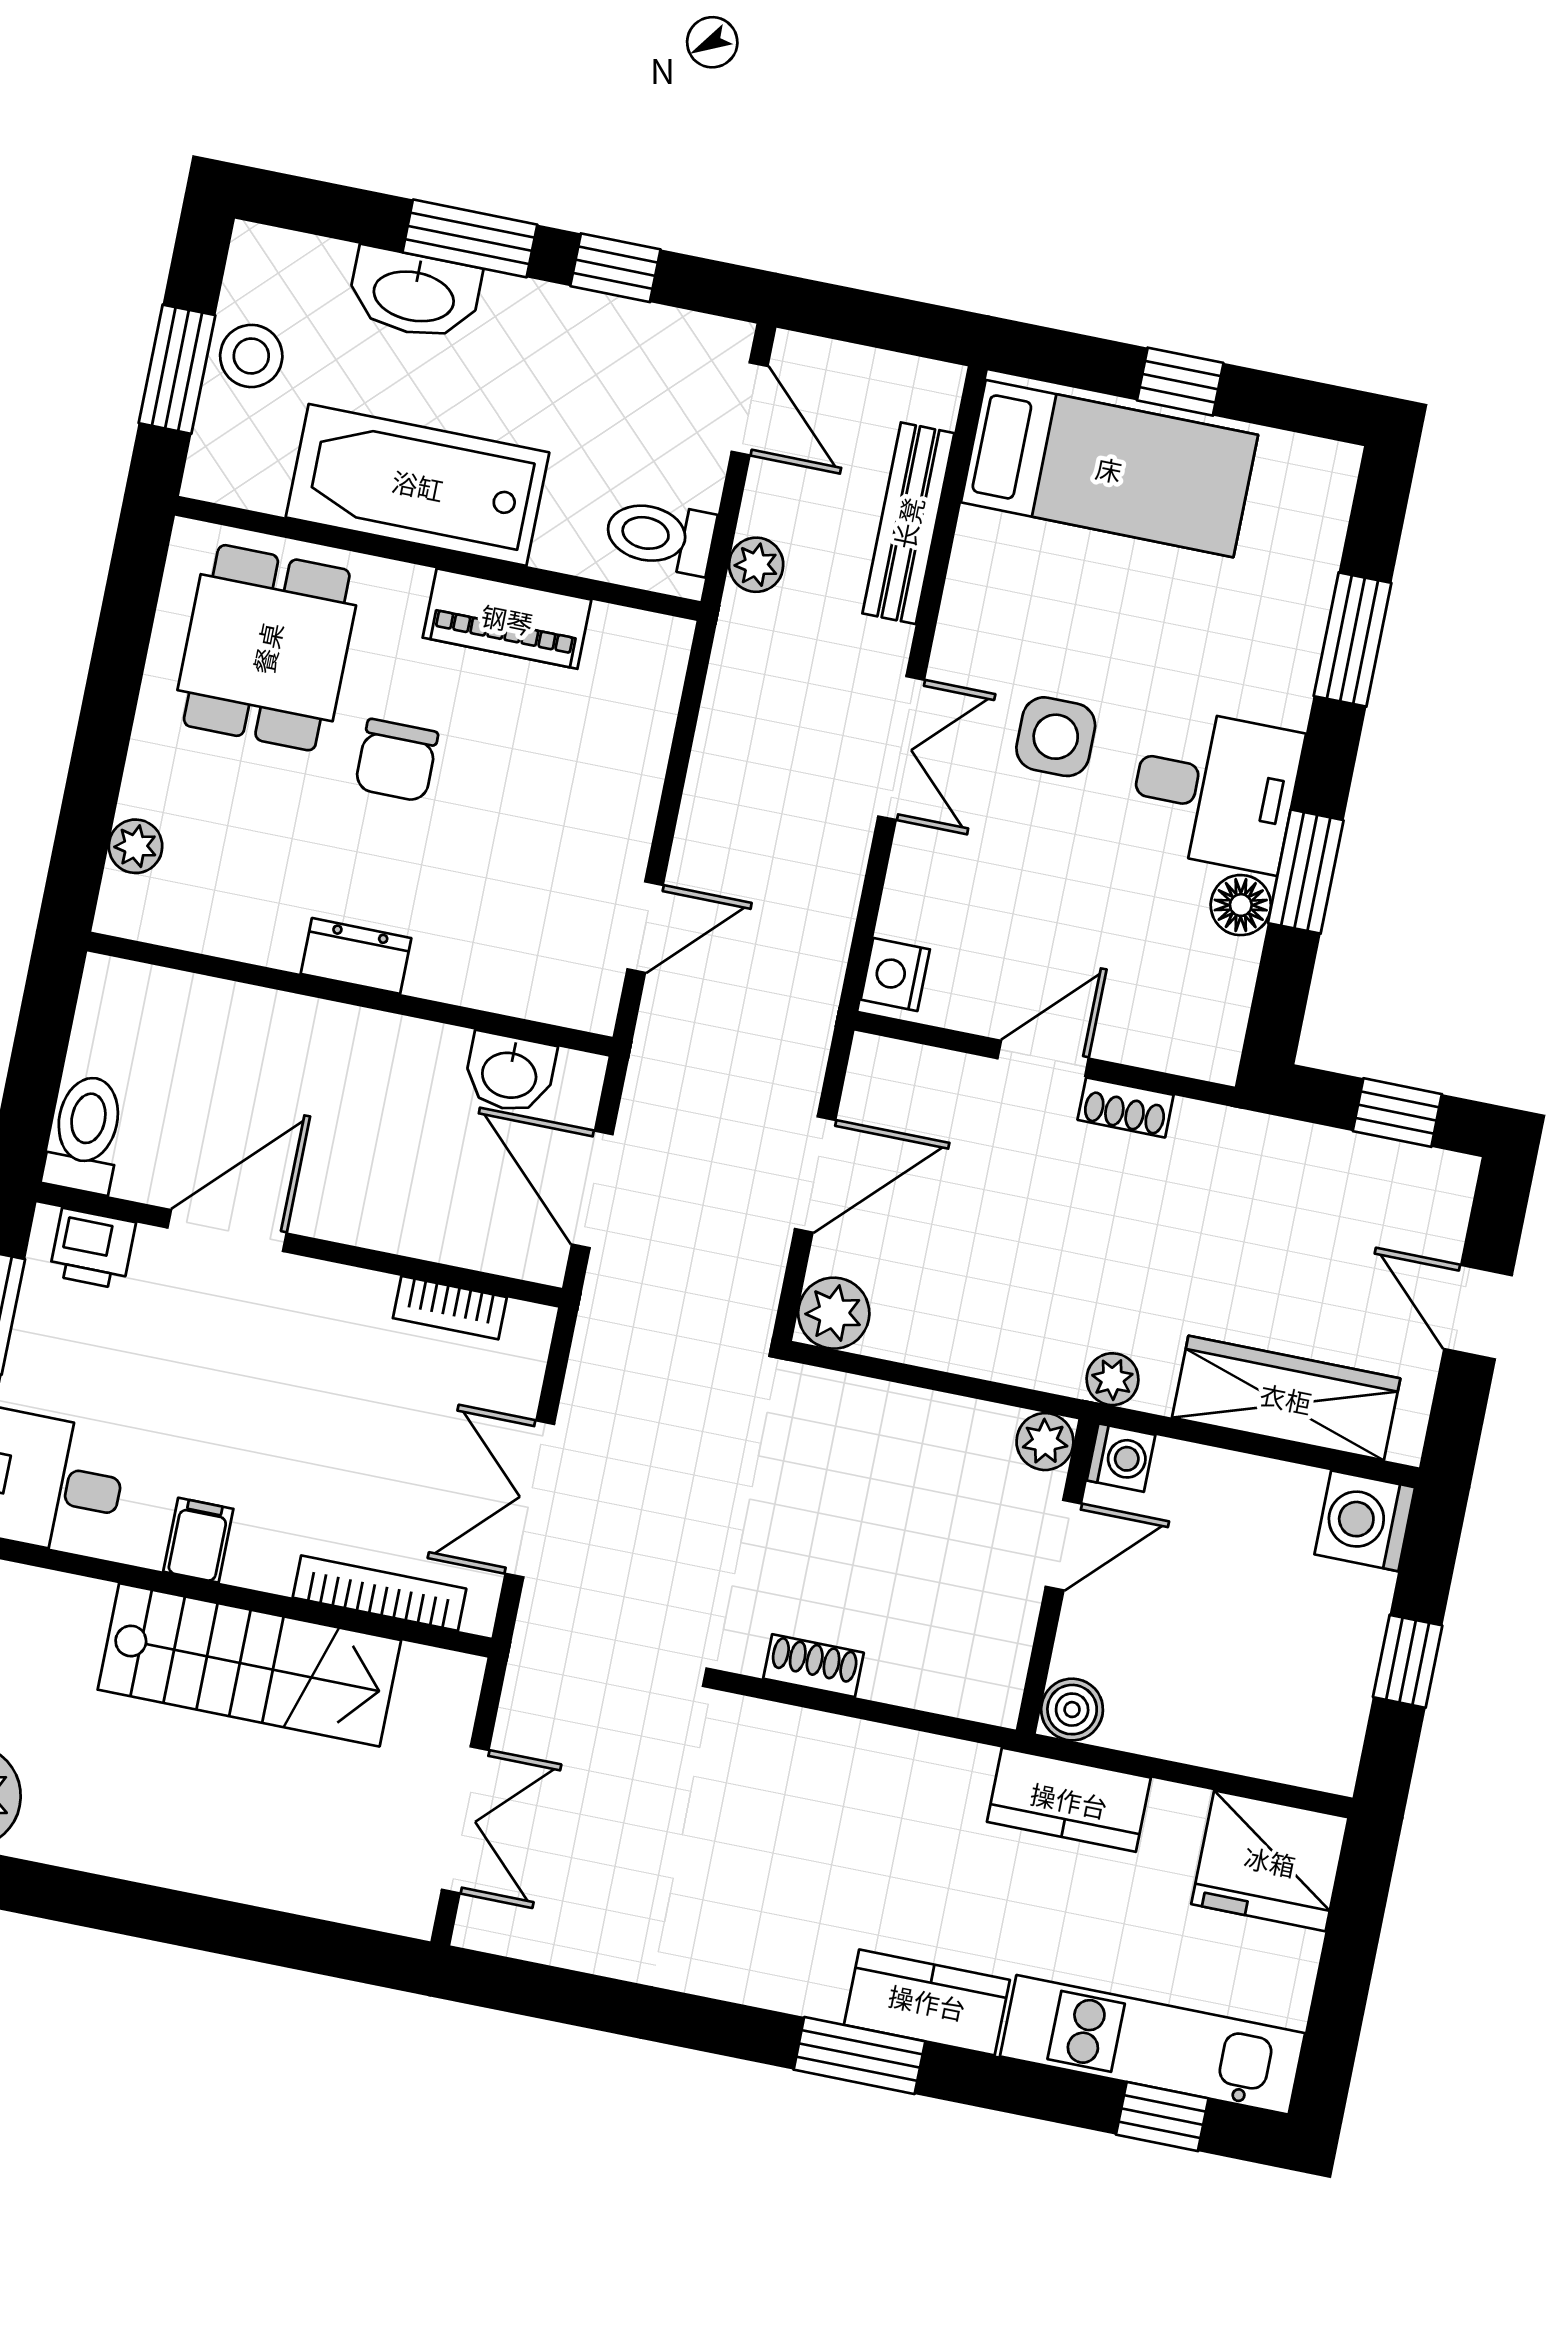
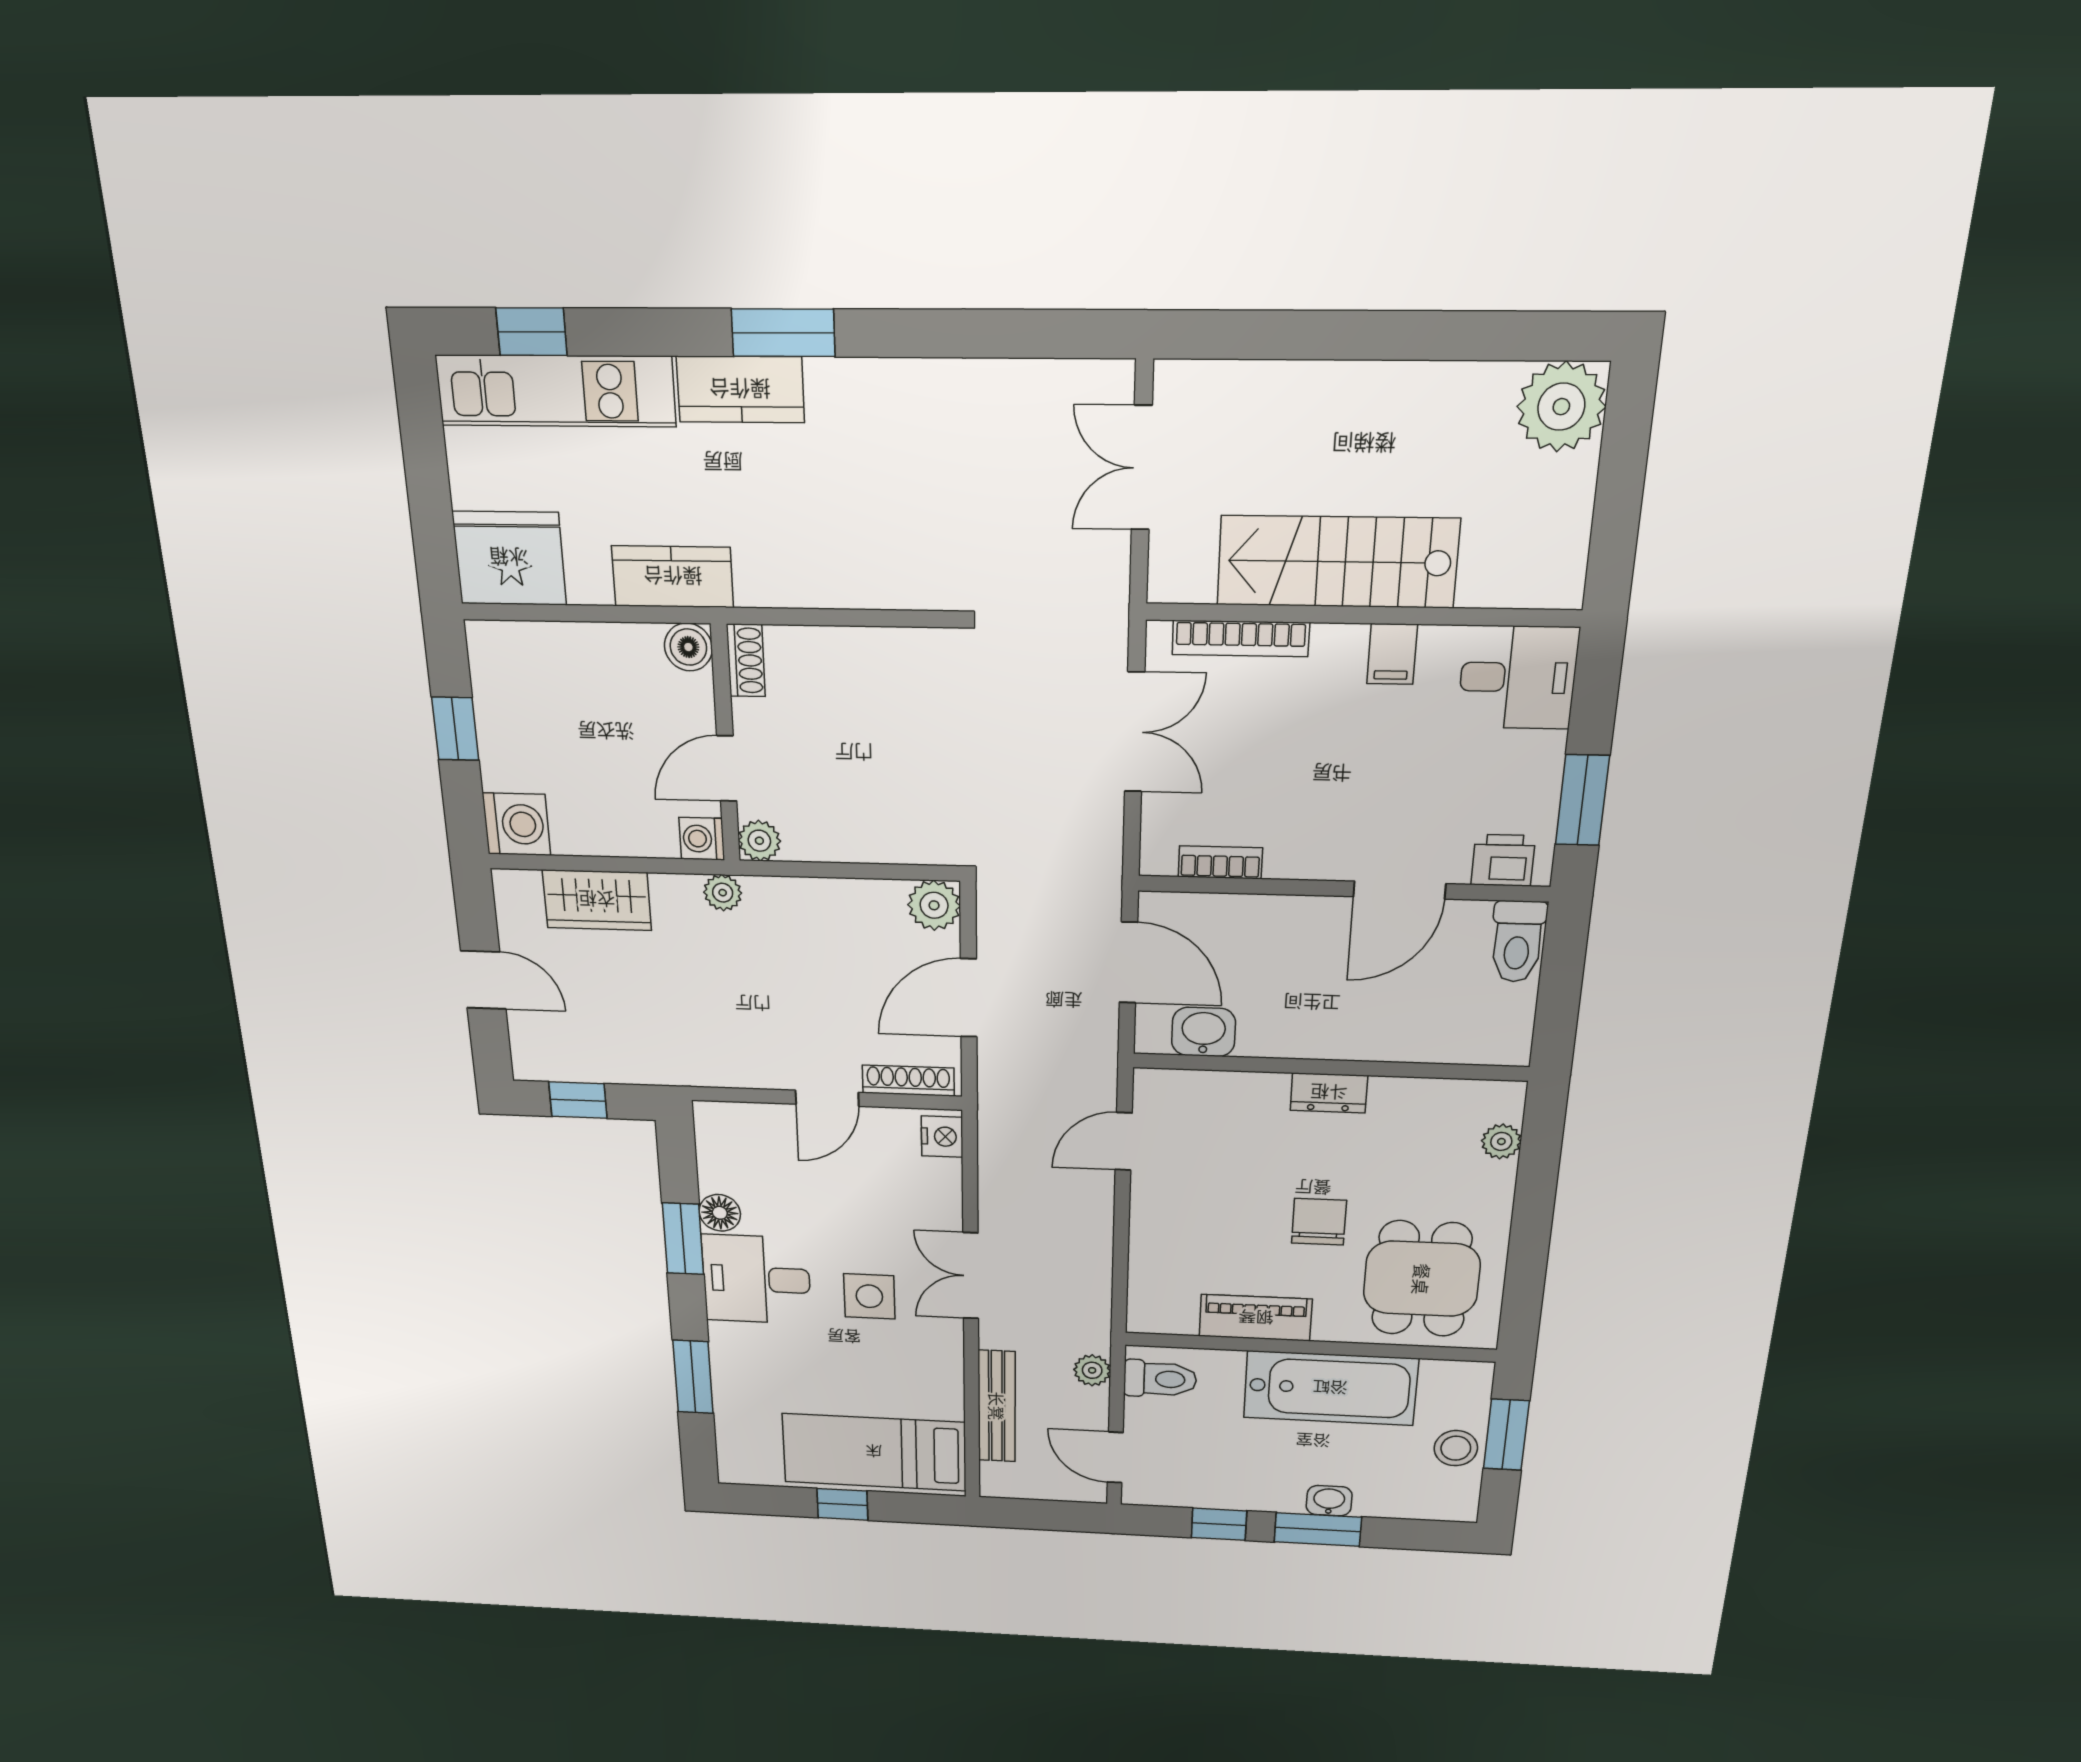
washbasin: (414, 294) -> (1329, 1501), width x0.52, depth x0.69
shoe rack: (1126, 1107) -> (908, 1081), moved, width x1.43
wardrobe: (1286, 1398) -> (597, 900), width x0.67
shoe rack: (813, 1666) -> (746, 660), moved, turned -90

